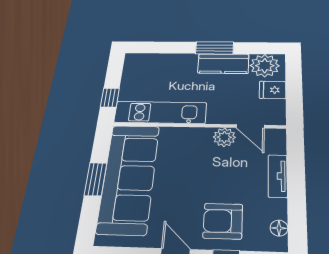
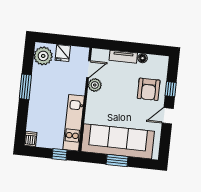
dishwasher: (135, 60) -> (31, 139), added
kitchen counter: (223, 64) -> (39, 82), removed
floor lamp: (279, 228) -> (143, 58), moved

